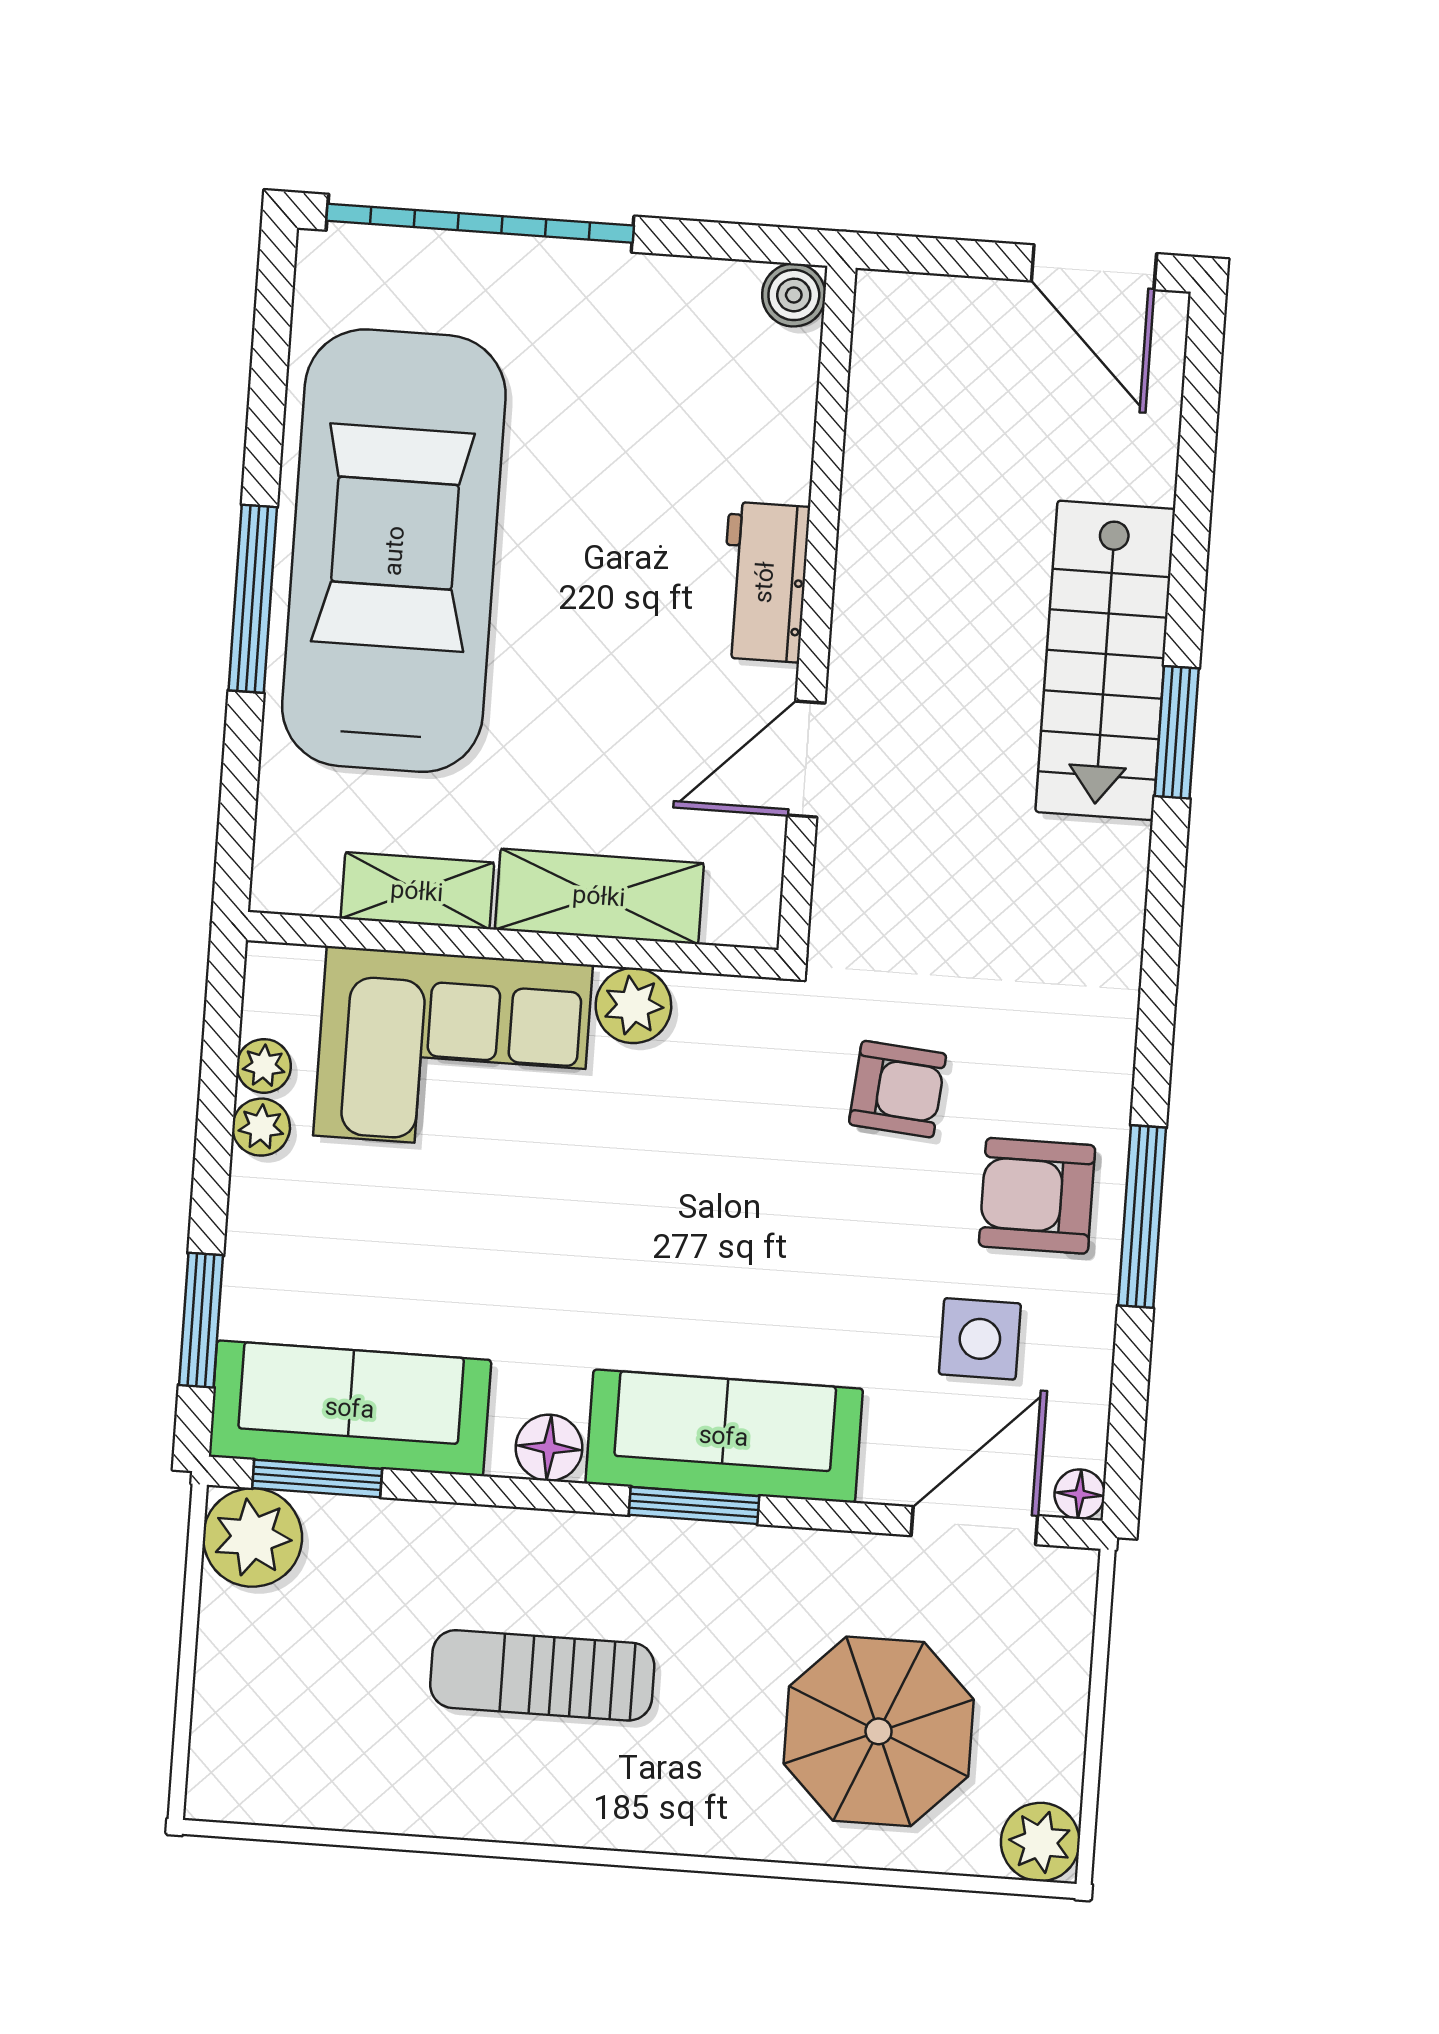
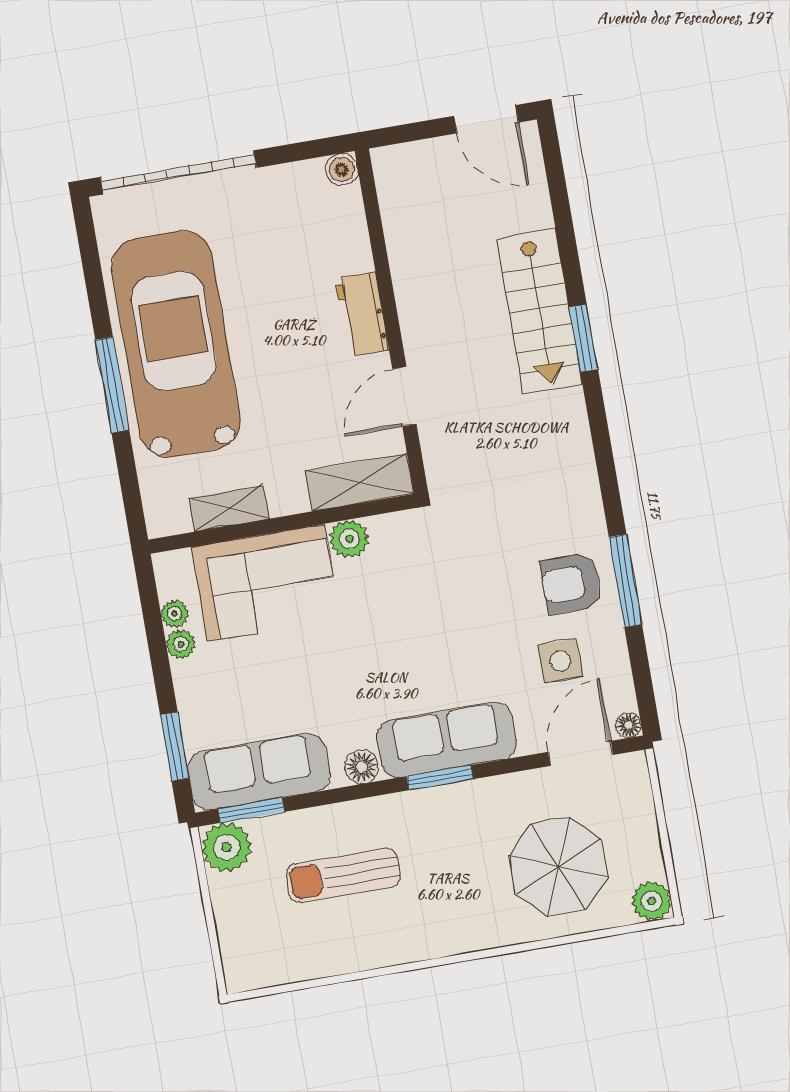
shelving: (599, 896) -> (360, 482), moved
armchair: (898, 1089) -> (490, 548), removed
sun lounger: (542, 1675) -> (343, 875), moved

